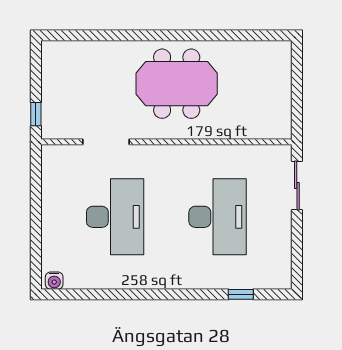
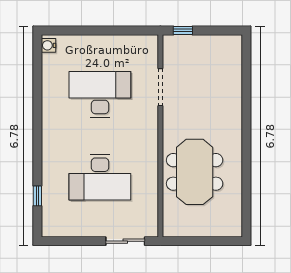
meeting table: (177, 84) -> (195, 172), moved
desk: (115, 217) -> (100, 94), turned 180

